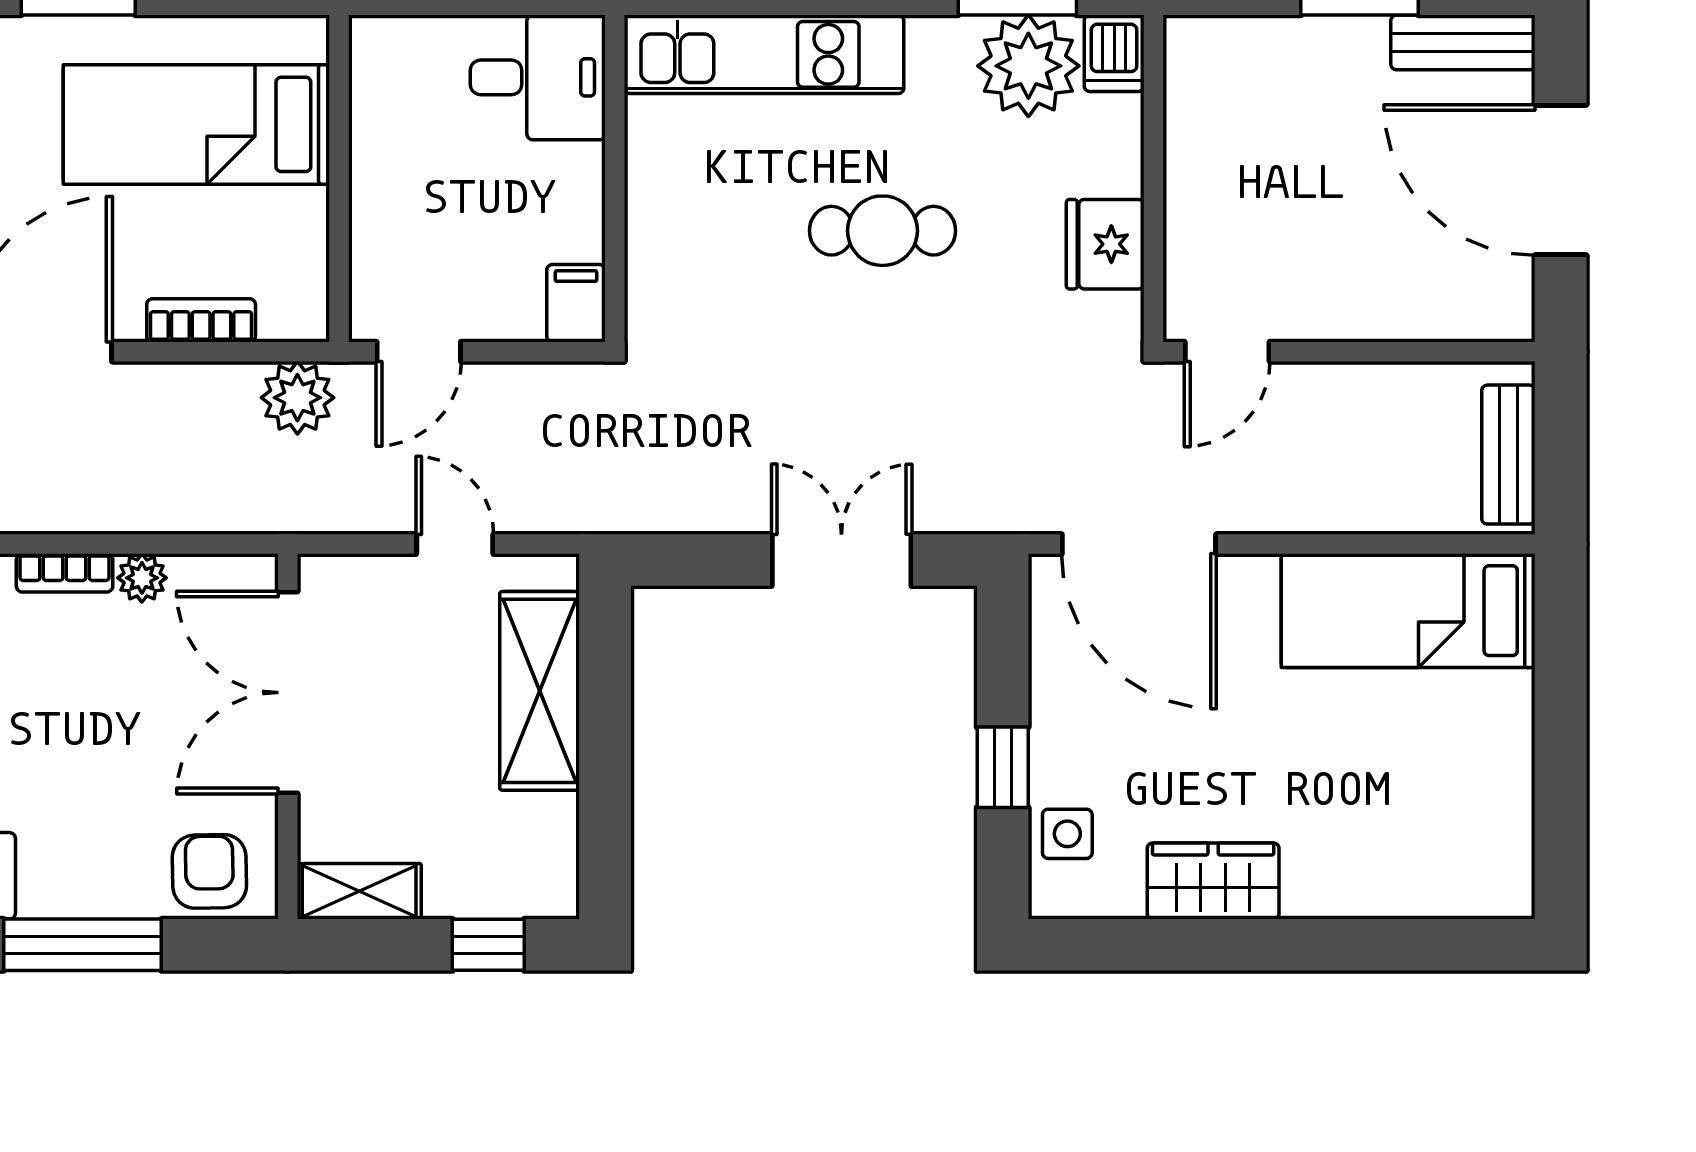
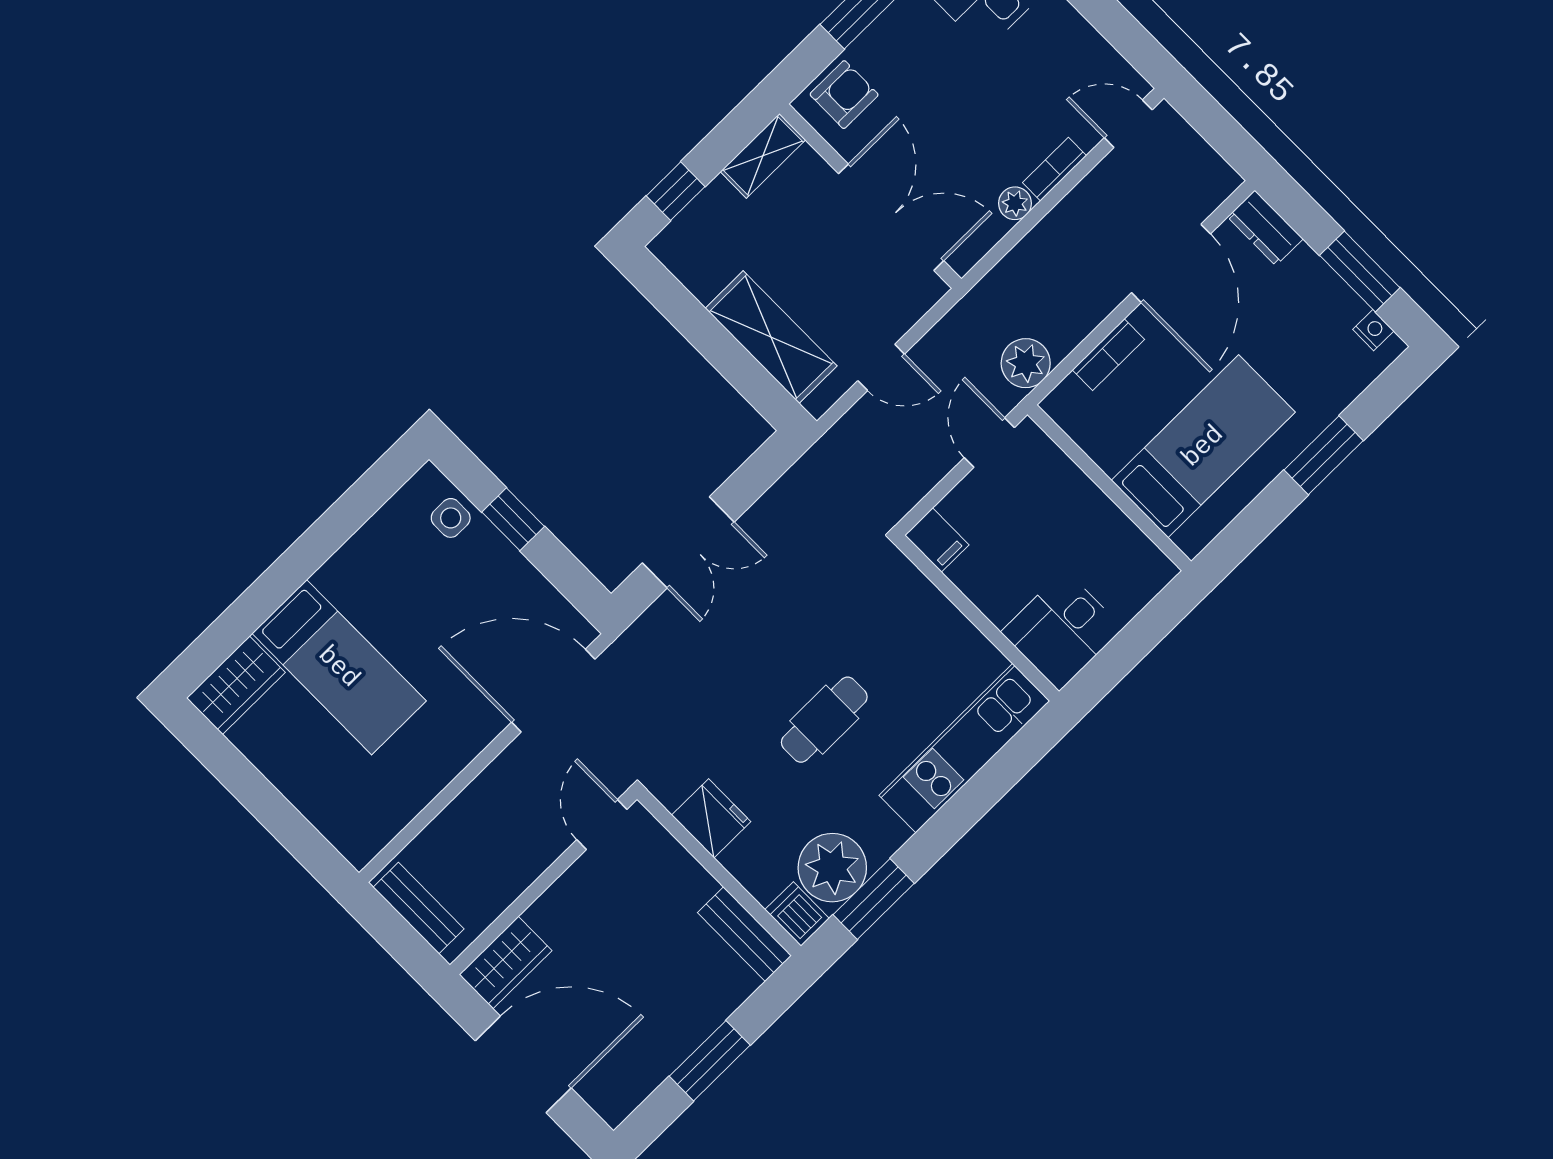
bench: (1463, 42) -> (745, 934), moved, turned 90
wardrobe: (1473, 306) -> (506, 963), added
bed: (1408, 611) -> (339, 667), moved, turned 90
armchair: (209, 871) -> (844, 95), turned -89
wardrobe: (1213, 881) -> (236, 685), moved

